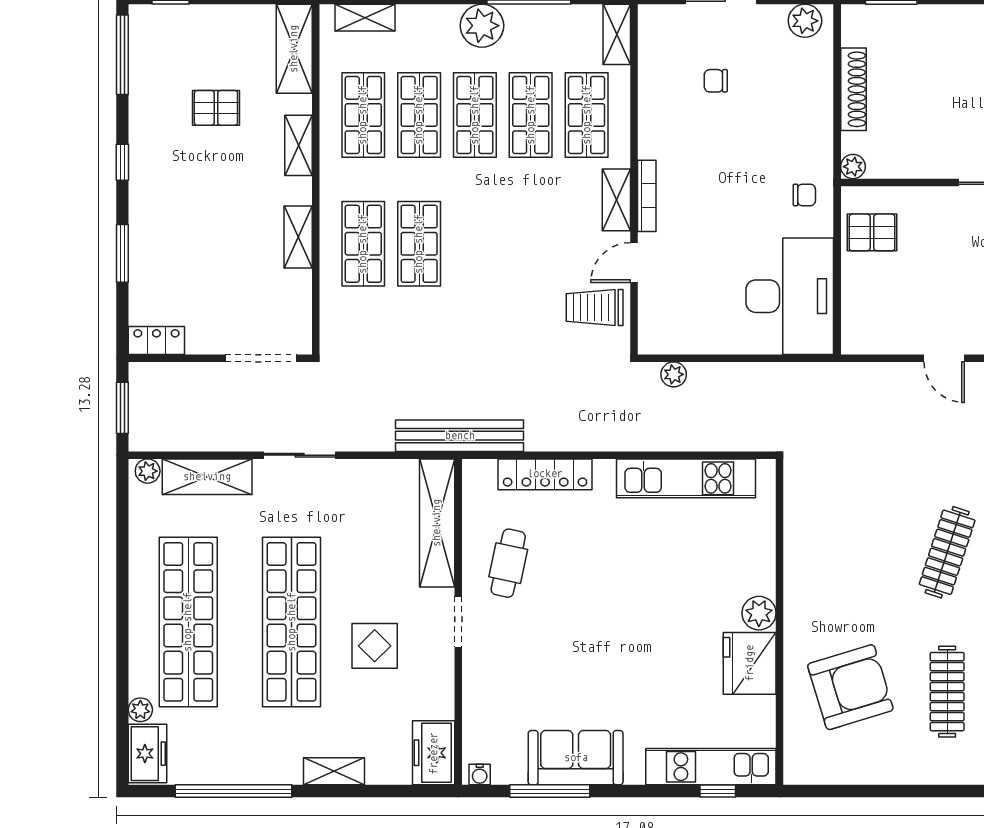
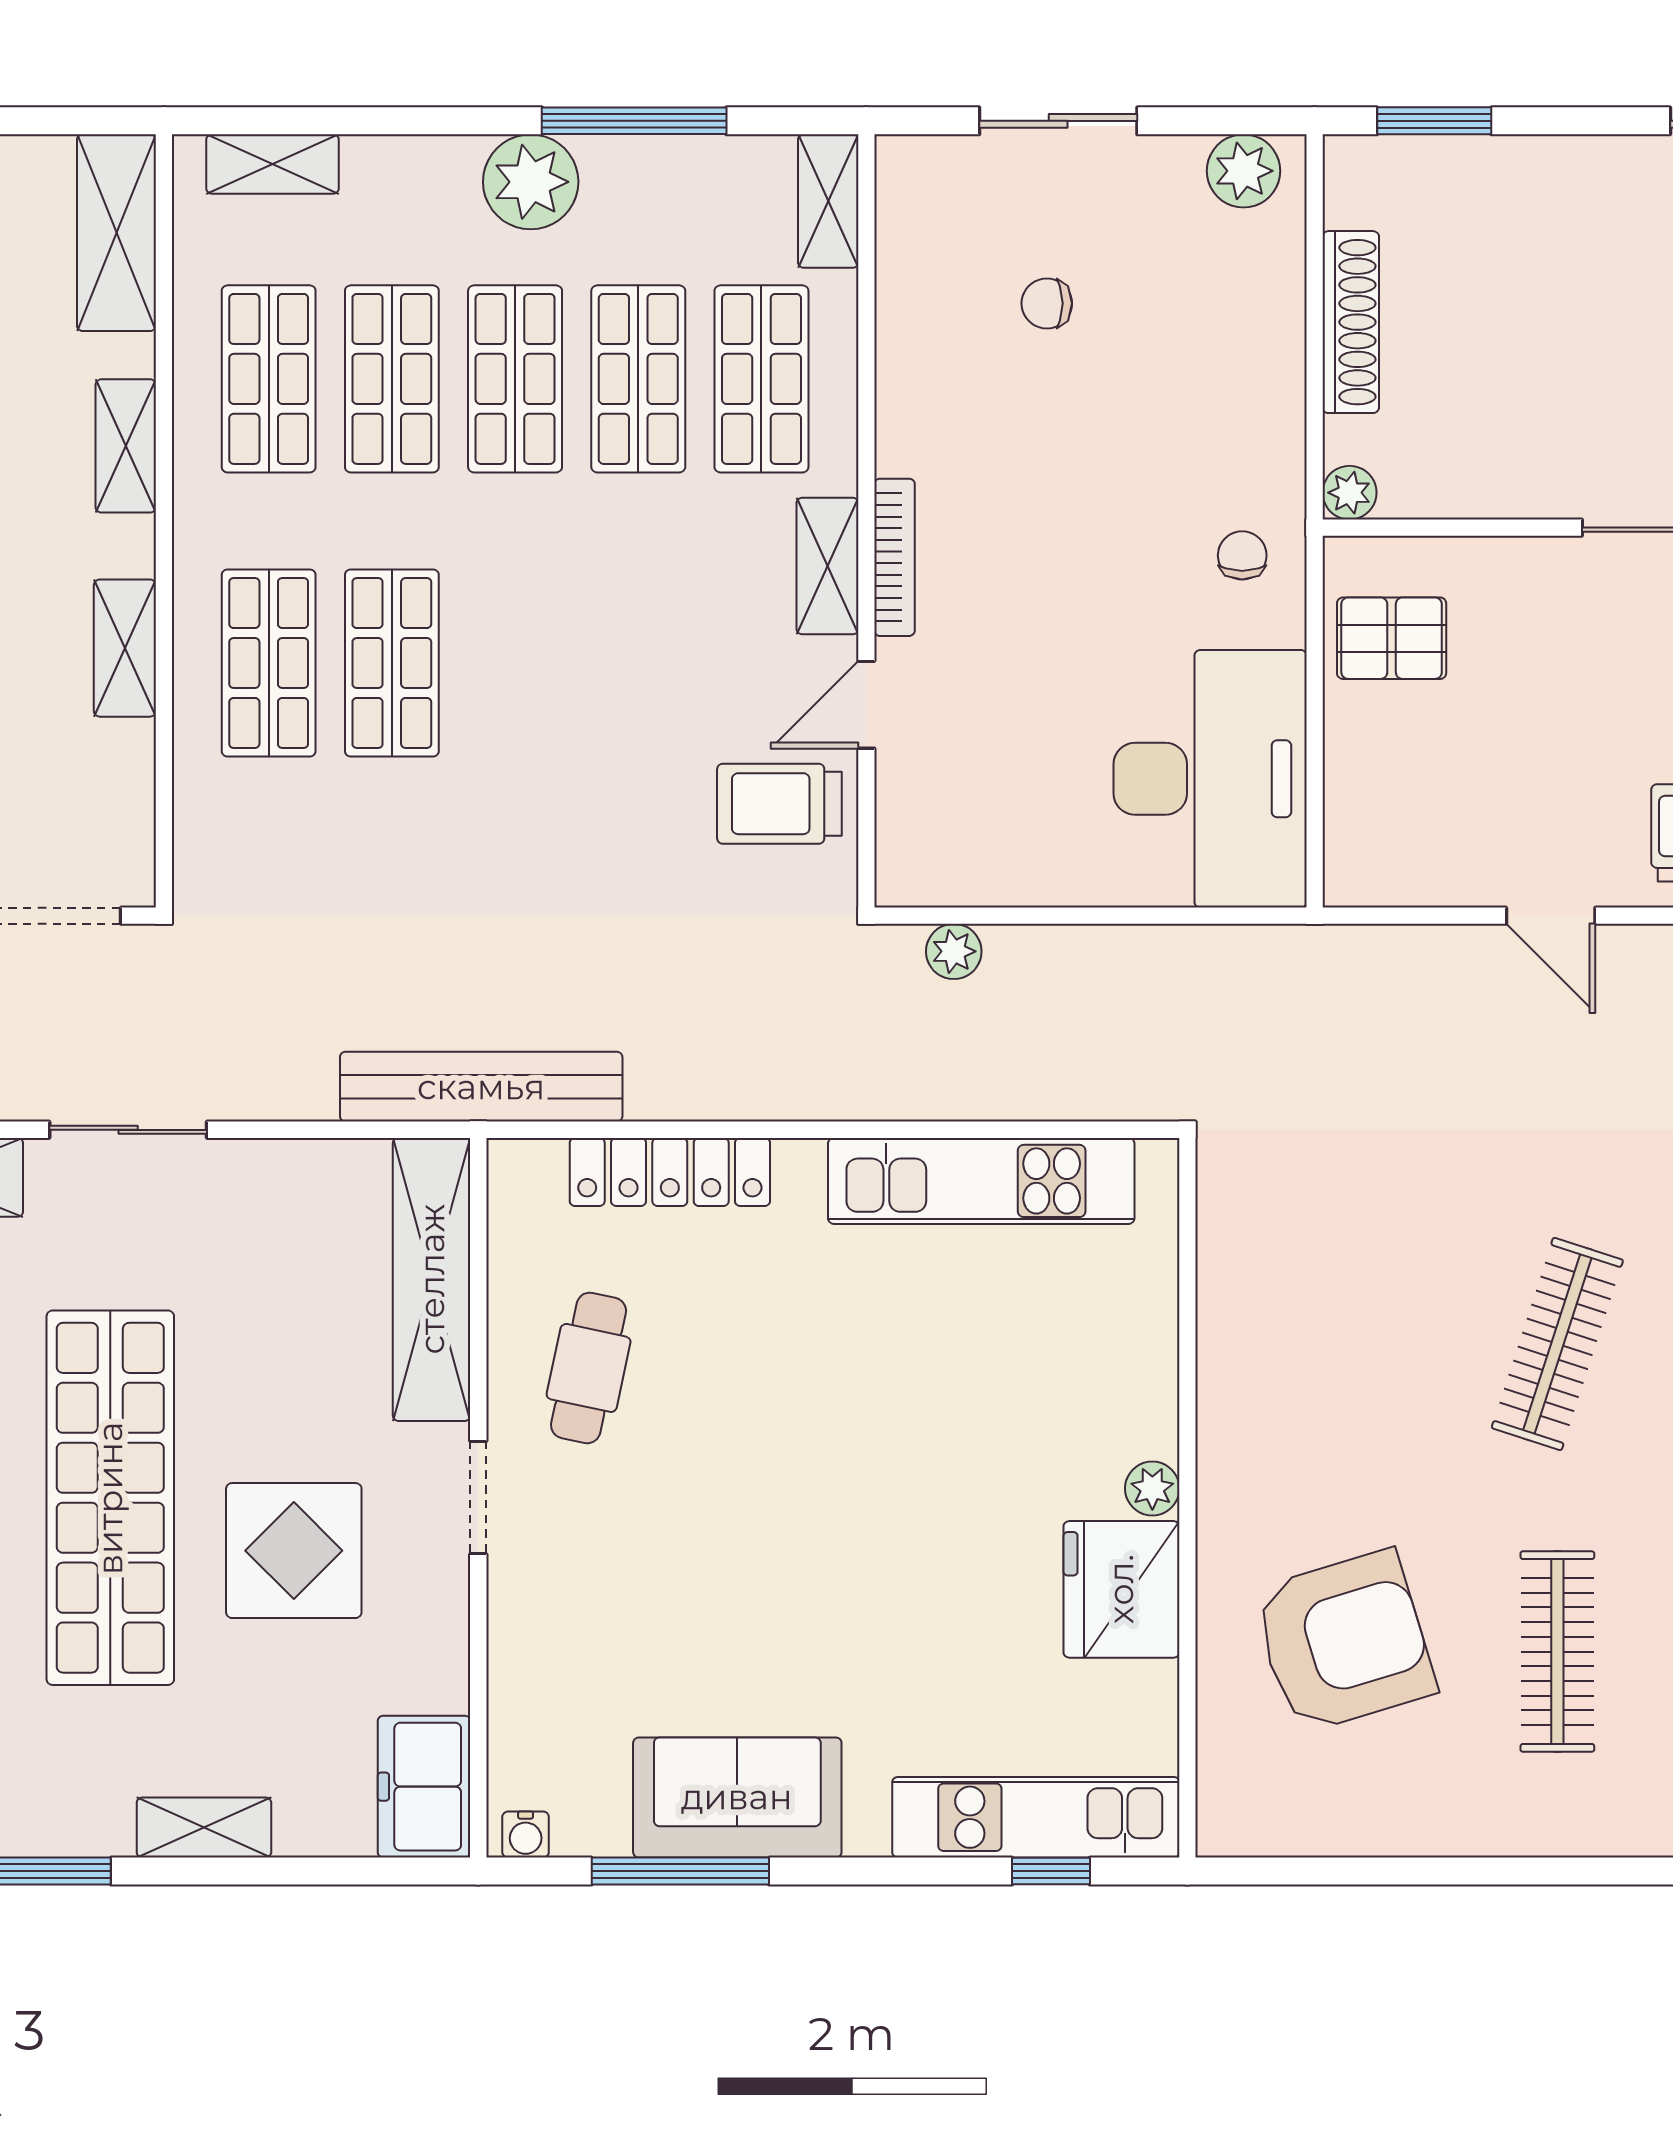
chair: (804, 195) -> (1242, 555), turned -90
plant: (759, 613) -> (1152, 1488), width x0.73, depth x0.73
display table: (375, 646) -> (294, 1551), width x1.36, depth x1.36

